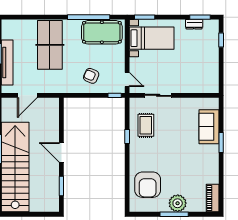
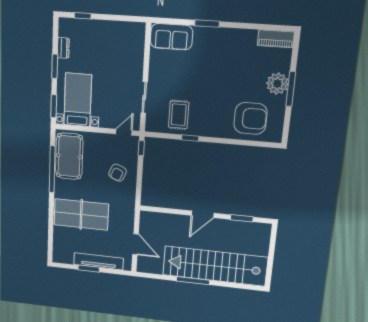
window: (200, 17) -> (55, 66), moved
rug: (146, 125) -> (179, 115), turned 90
sofa: (209, 127) -> (171, 37), moved

